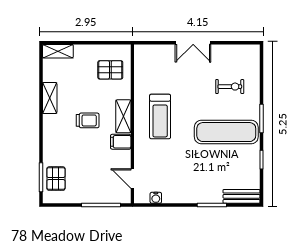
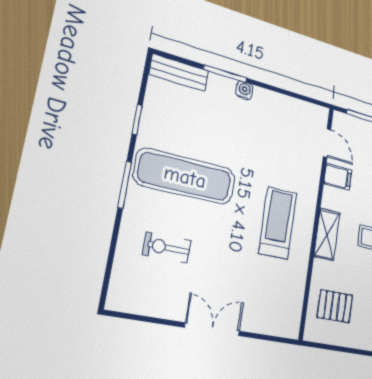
filing cabinet: (121, 142) -> (338, 177), moved
water cooler: (156, 198) -> (244, 90), moved

